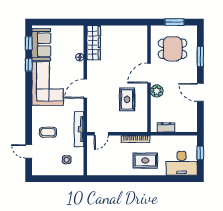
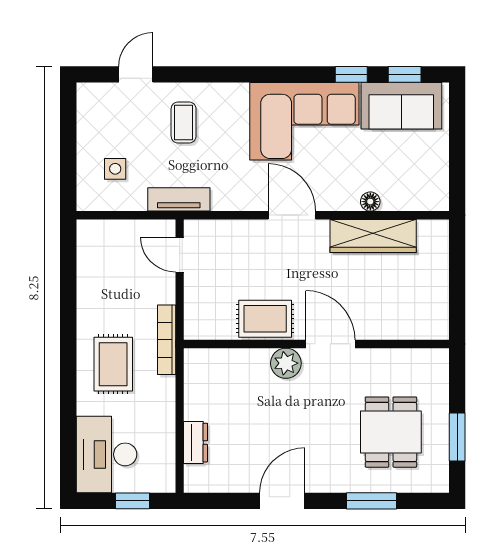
wardrobe: (94, 43) -> (373, 236), moved
door: (149, 73) -> (330, 344), moved
wall: (149, 79) -> (316, 344), moved
plant: (157, 91) -> (286, 363), moved
dresser: (166, 127) -> (195, 443), moved
tv unit: (79, 129) -> (179, 199), width x0.71

